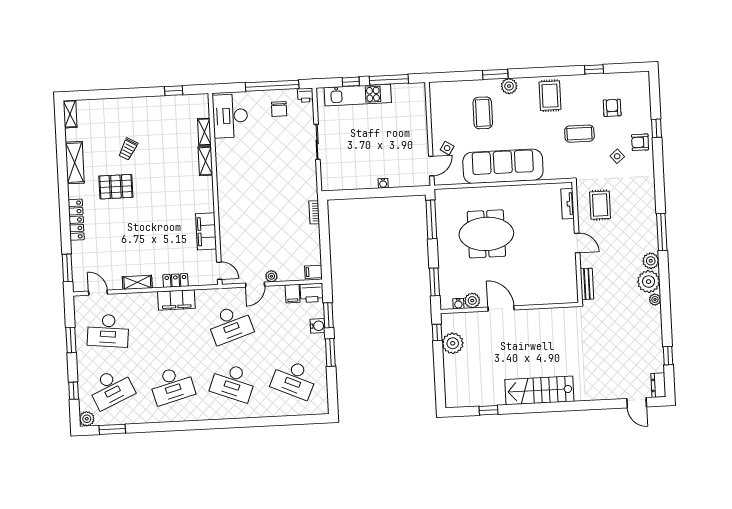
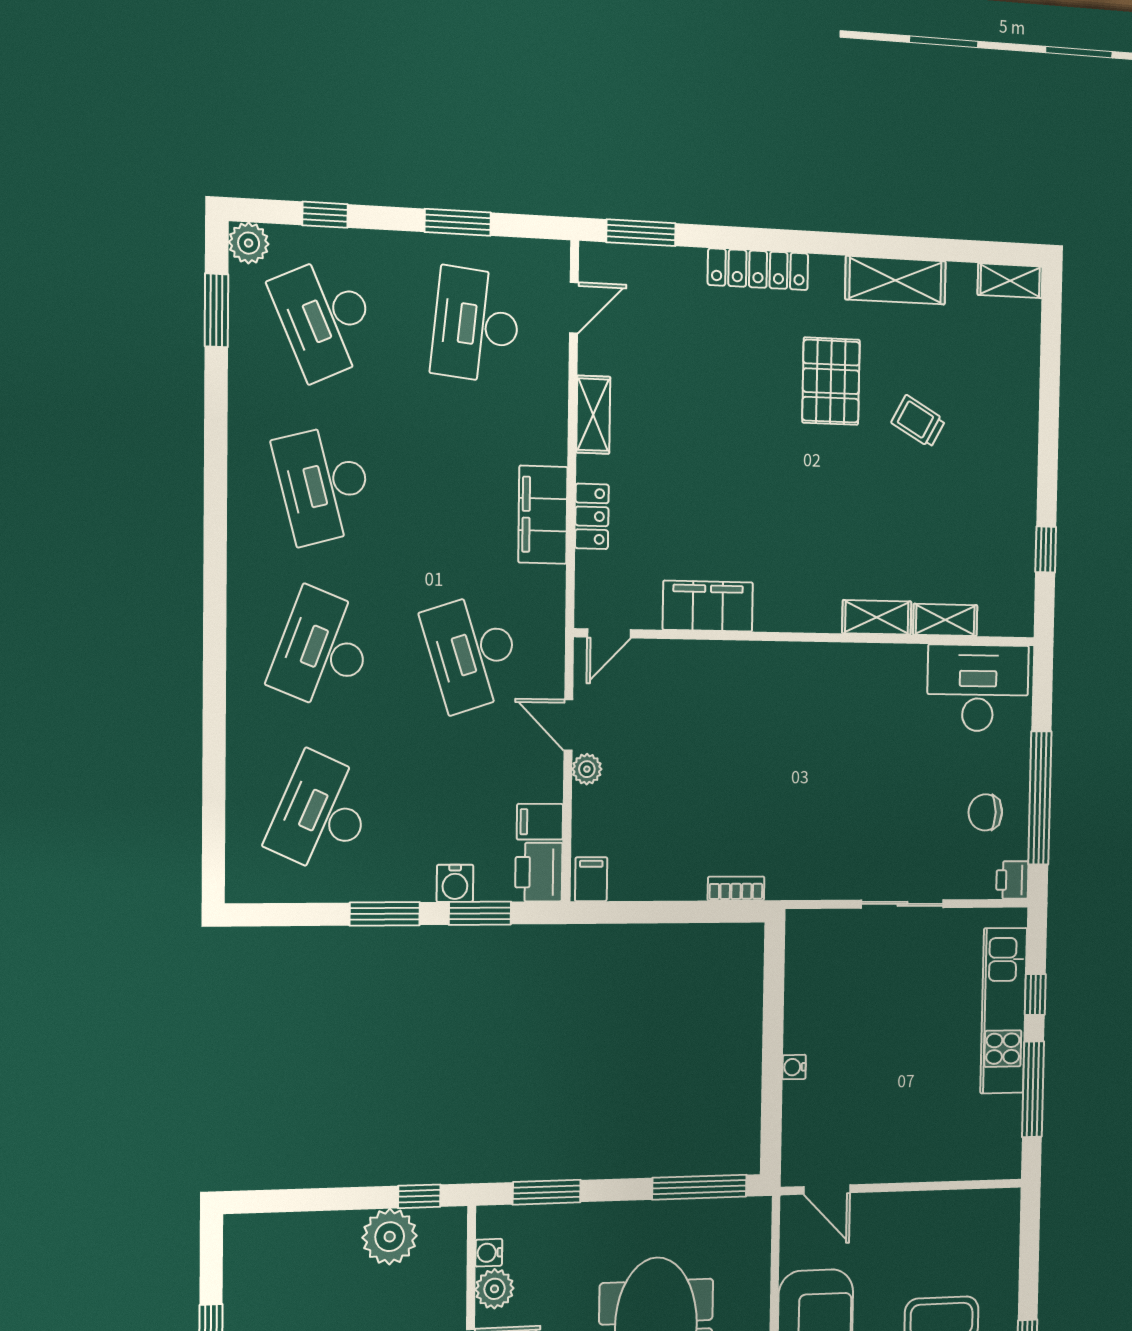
side table: (447, 148) -> (866, 1230), removed

